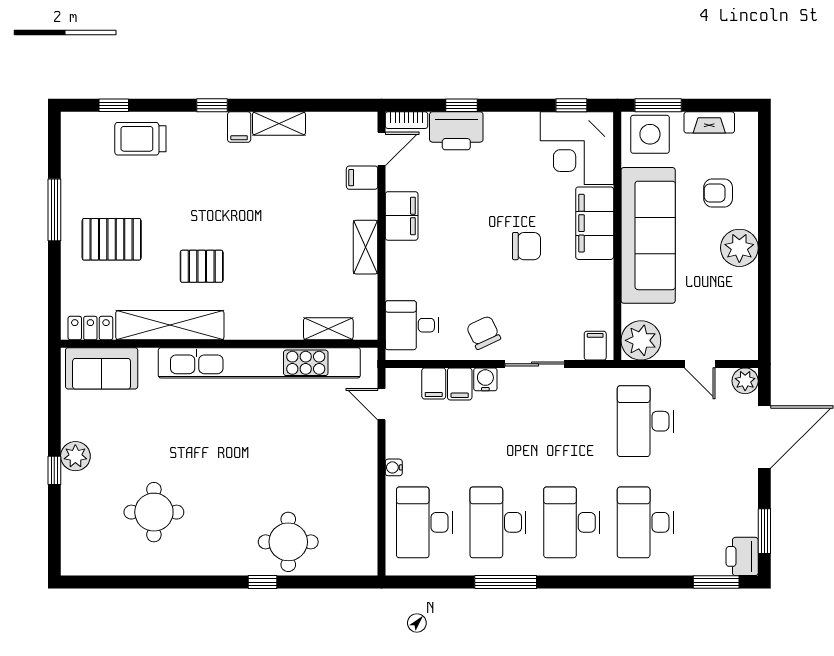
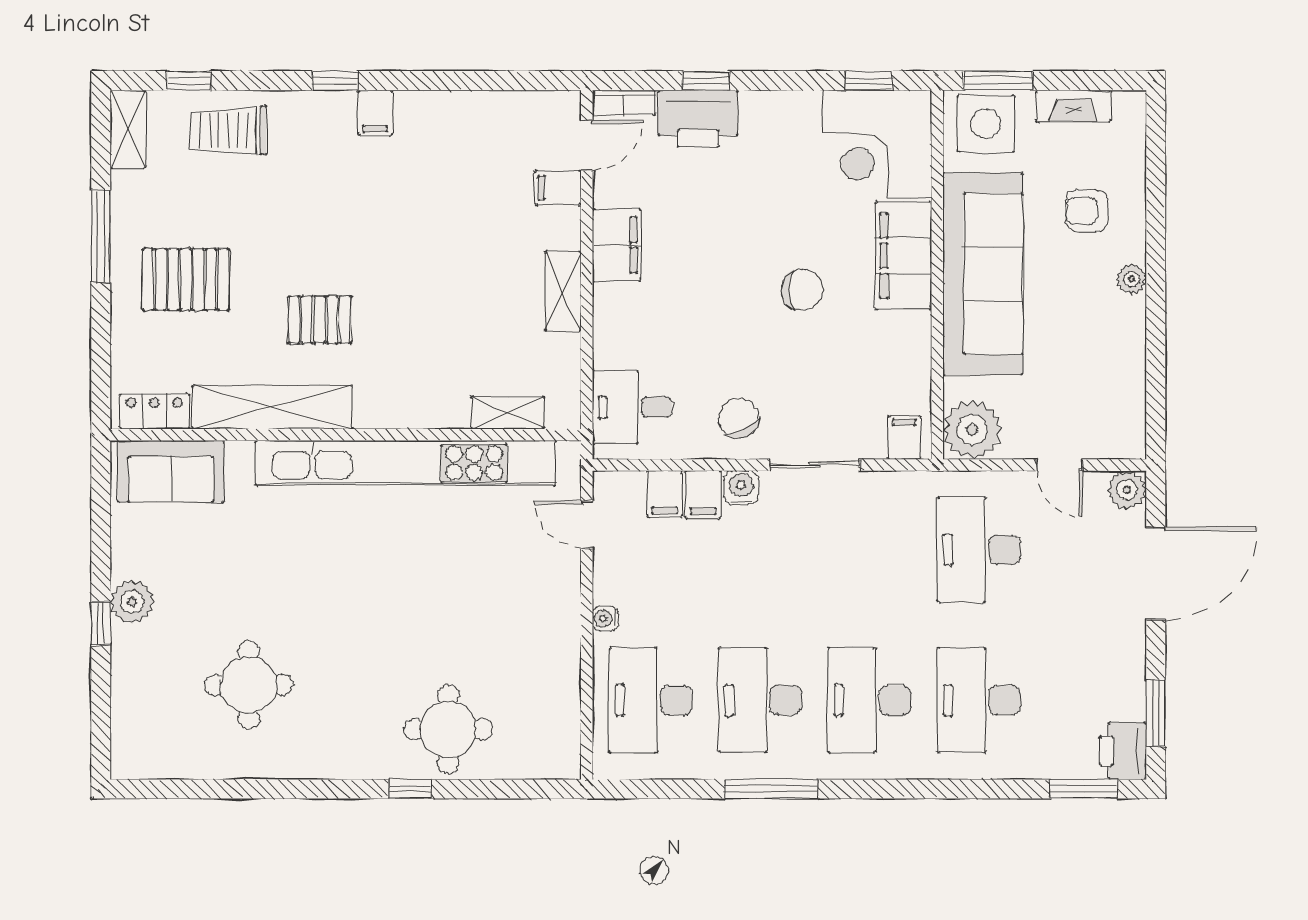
shelving: (279, 124) -> (128, 129), moved, turned 90
plant: (739, 248) -> (1131, 279), width x0.53, depth x0.53

